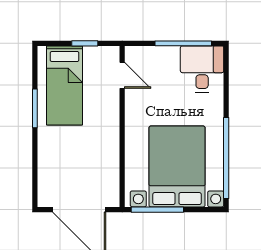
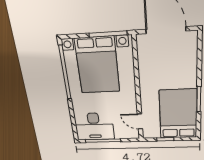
desk: (202, 69) -> (94, 127), width x1.37
bed: (65, 85) -> (178, 114), width x1.50

